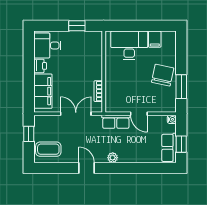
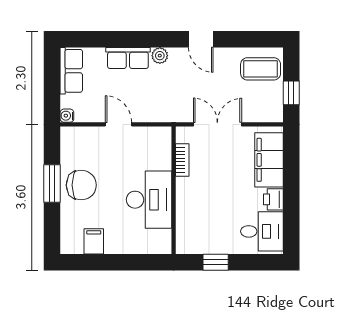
desk: (129, 45) -> (149, 200), moved, turned -90
chair: (163, 75) -> (81, 185), turned -102
window: (181, 87) -> (52, 183), moved
double door: (76, 114) -> (217, 124), swing flipped
row of seats: (116, 122) -> (128, 58), moved, turned 180
window: (181, 144) -> (52, 77), removed

